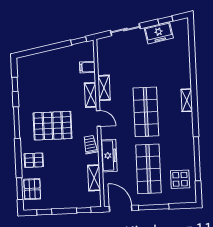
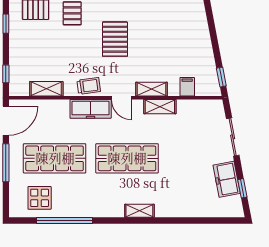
door: (98, 118) -> (121, 98), hinge flipped
pallet: (53, 126) -> (115, 39), width x0.73, depth x0.71
freezer: (109, 156) -> (91, 109), moved

